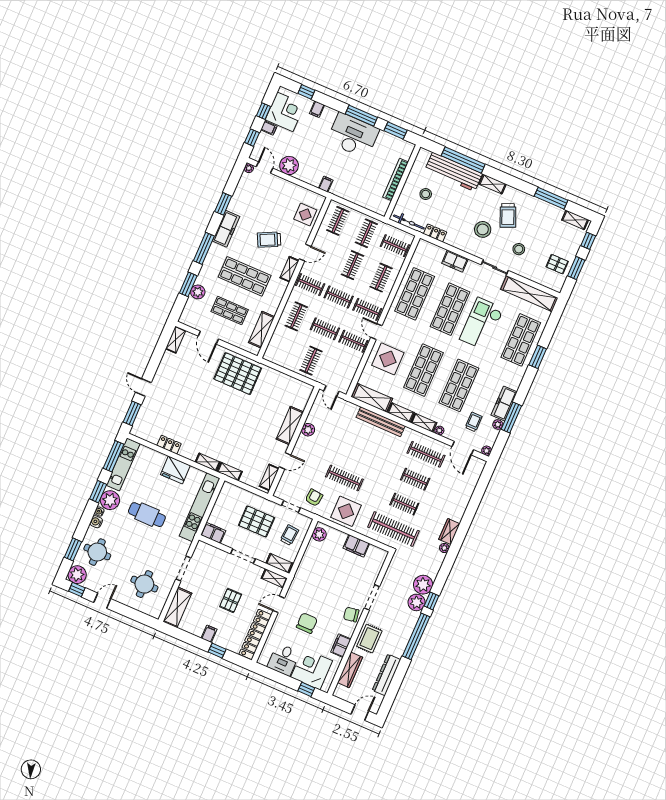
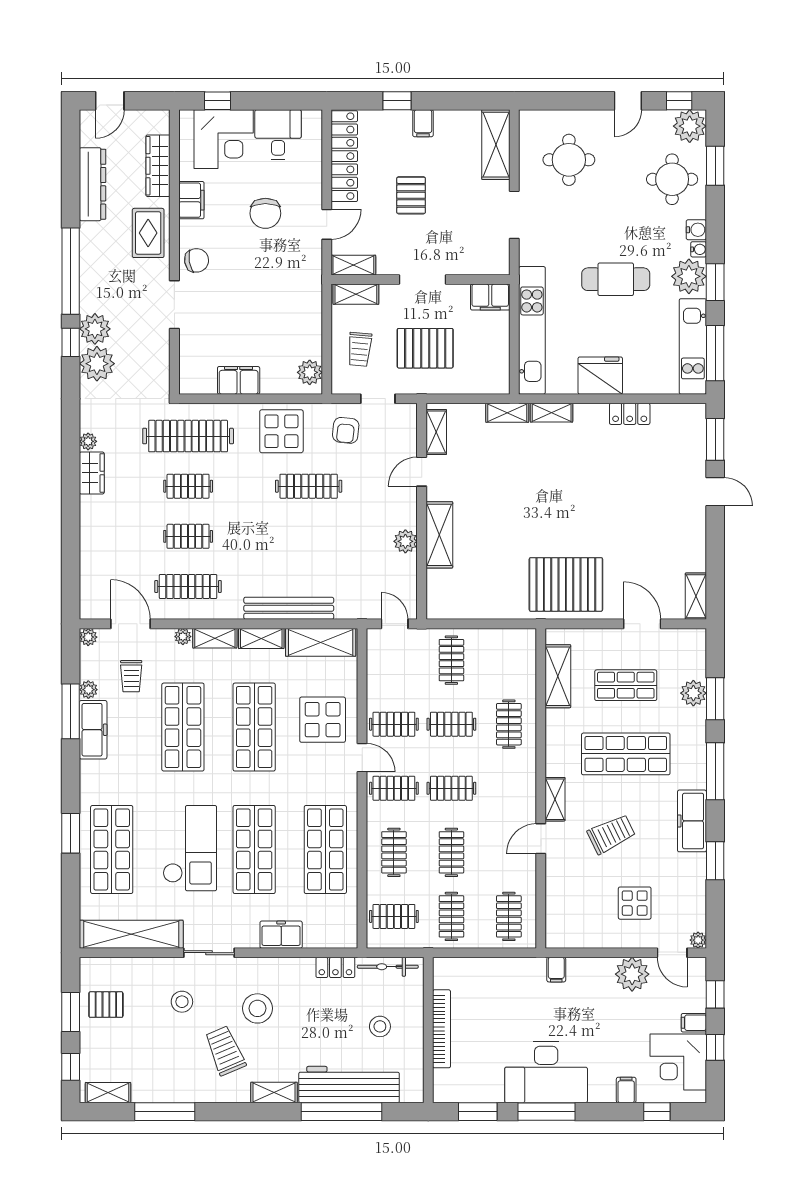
display table: (305, 215) -> (635, 903), moved
clothes rail: (310, 285) -> (509, 788), removed

